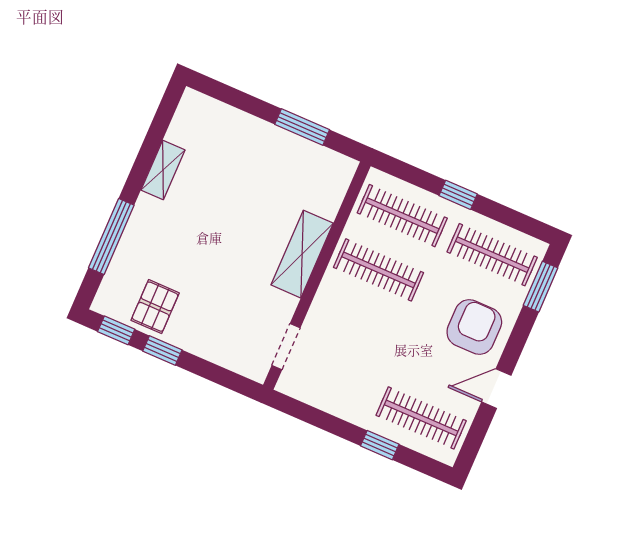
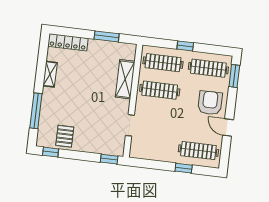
locker: (219, 115) -> (68, 42), added
shelving: (302, 254) -> (125, 79), moved
doorway: (286, 347) -> (130, 125), moved
window: (162, 350) -> (109, 159), moved
door: (496, 389) -> (228, 127), hinge flipped

